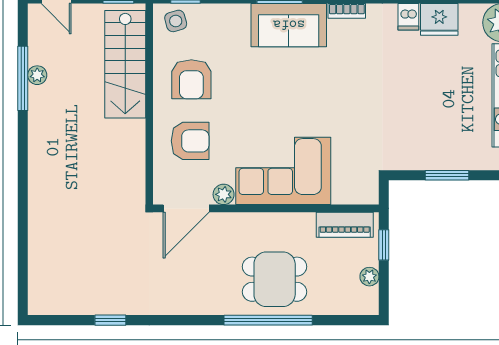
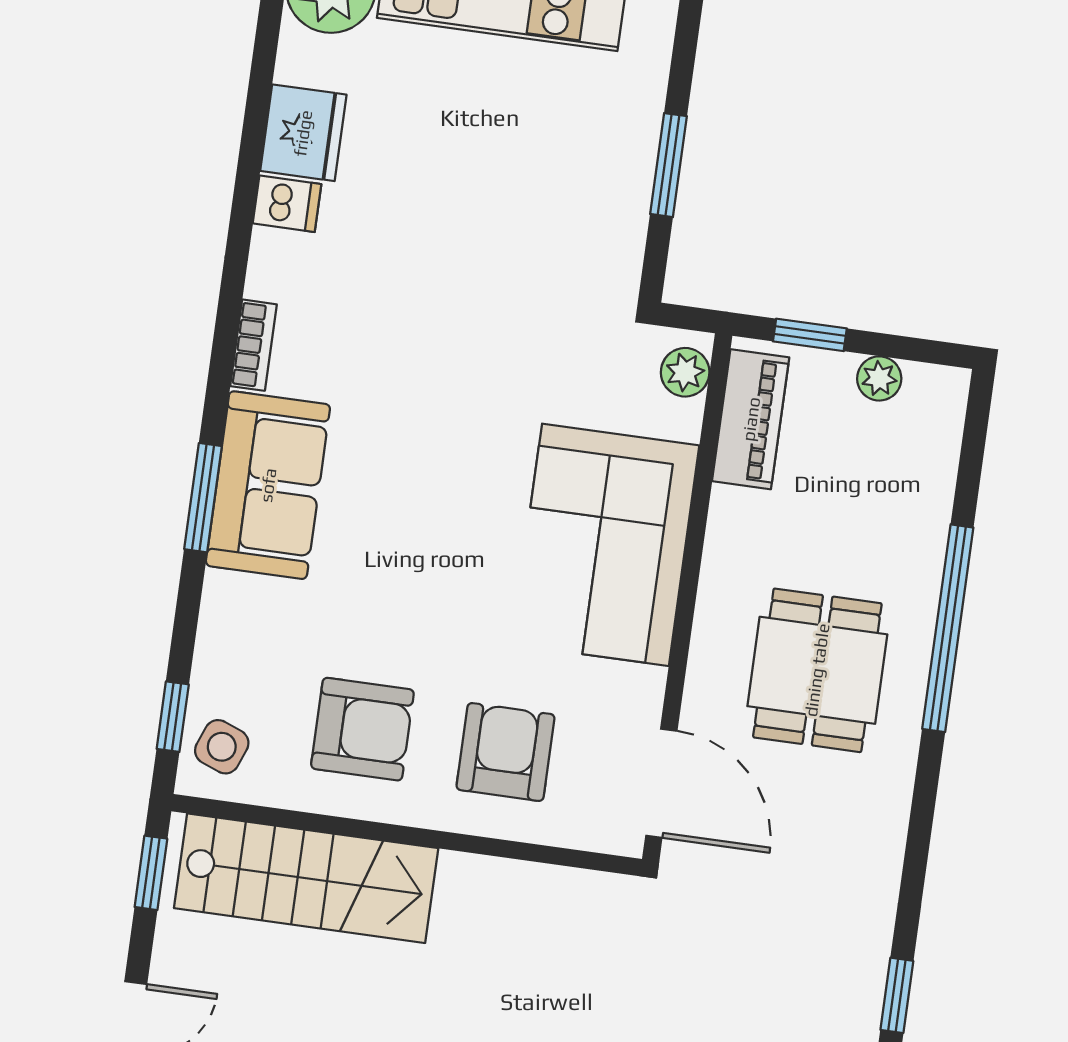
side table: (176, 21) -> (222, 747), turned 37
plant: (224, 194) -> (685, 372), moved
dining table: (275, 279) -> (817, 670), moved

